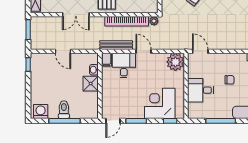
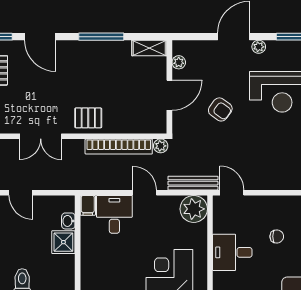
bench: (116, 45) -> (193, 183), moved

